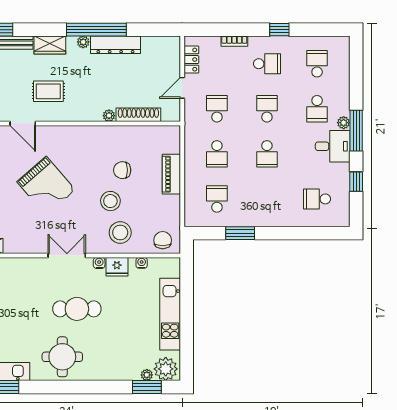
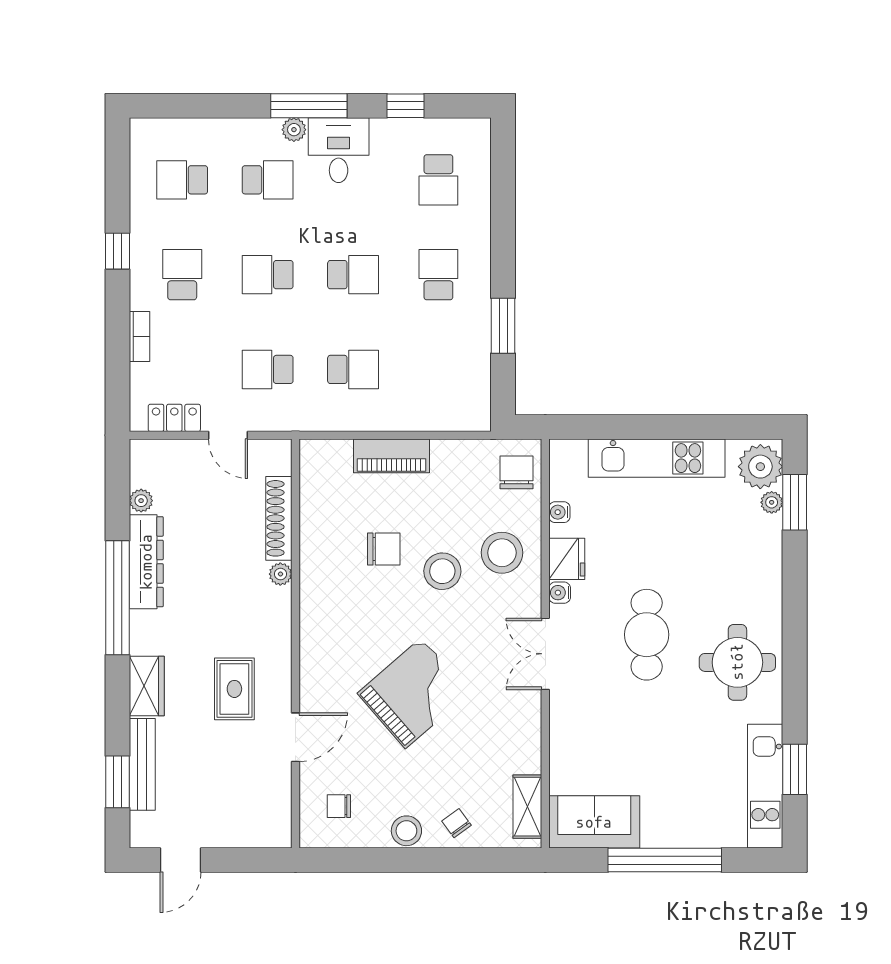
plant: (83, 42) -> (141, 501), moved
chair: (122, 170) -> (384, 549), turned -90
school desk: (217, 199) -> (438, 275), moved, turned 90
chair: (163, 240) -> (516, 472), turned 90

